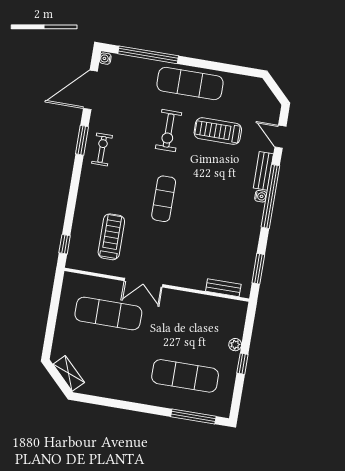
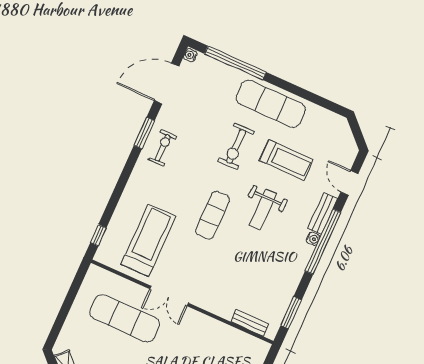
treadmill: (218, 131) -> (287, 160), turned 180
weight bench: (208, 181) -> (263, 209), added
treadmill: (111, 237) -> (148, 240), width x1.37, depth x1.38

